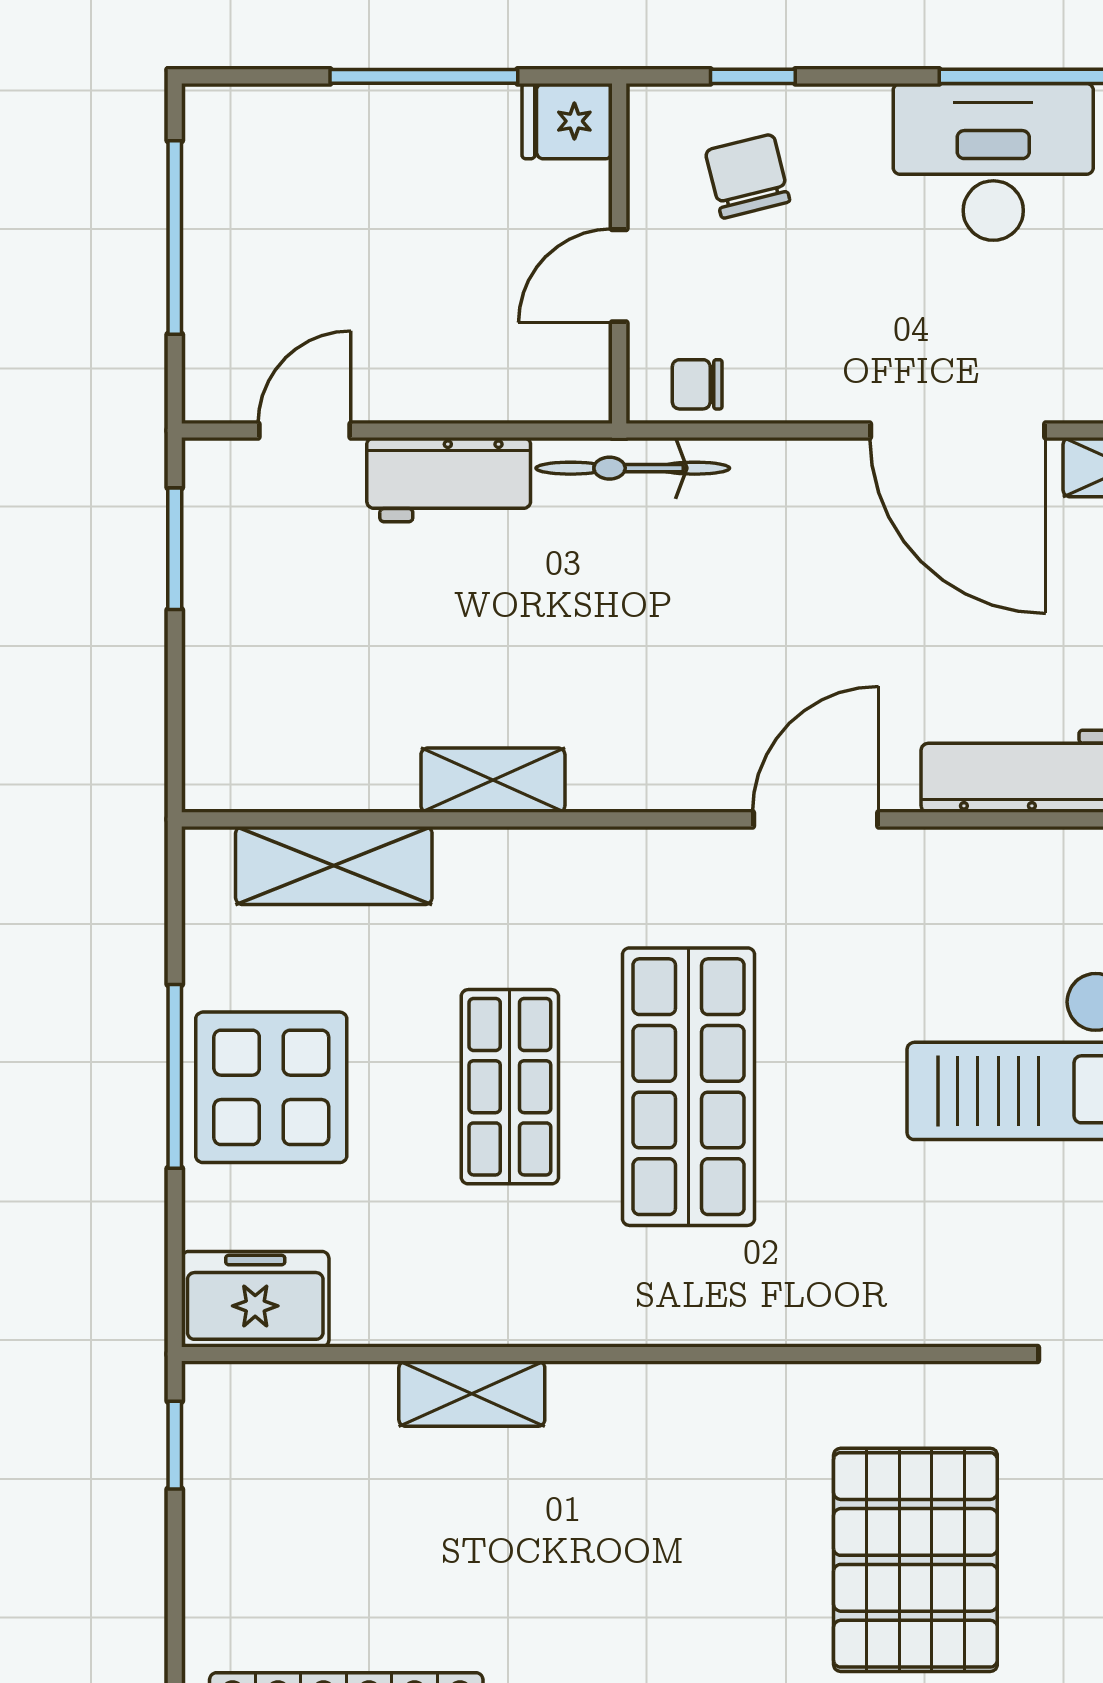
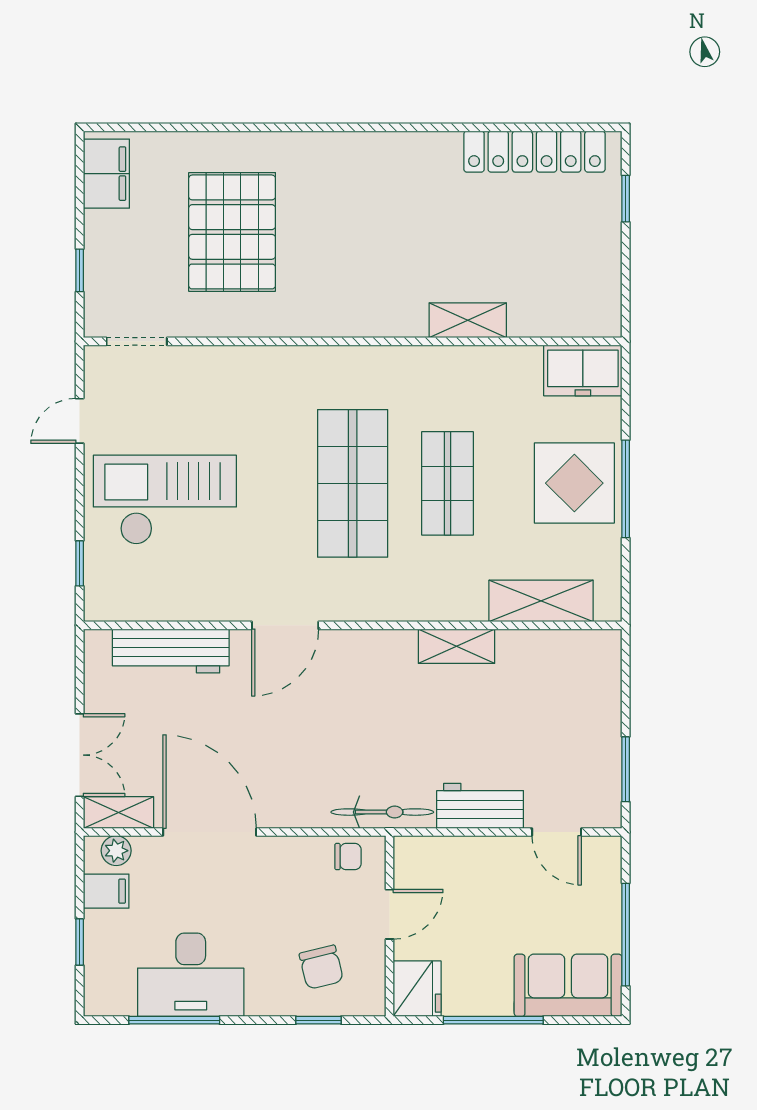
fridge: (567, 121) -> (417, 989), width x1.38
sofa: (283, 142) -> (568, 985), added
door: (305, 431) -> (557, 832), hinge flipped
window: (175, 1445) -> (626, 199), moved

